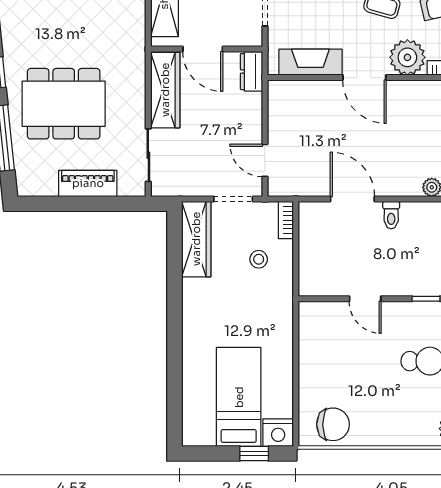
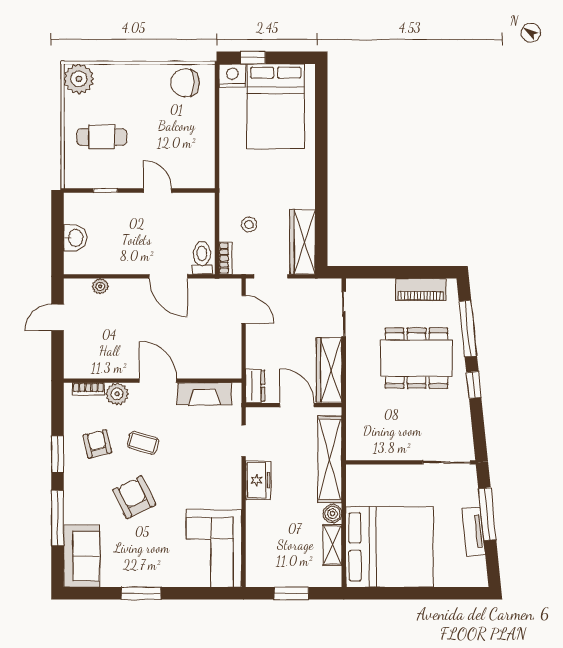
plant: (407, 57) -> (117, 394), width x0.73, depth x0.73
piano: (88, 183) -> (421, 290), moved
toilet: (391, 215) -> (202, 258), moved, width x1.37, depth x1.39
bed: (239, 397) -> (276, 106), width x1.50

